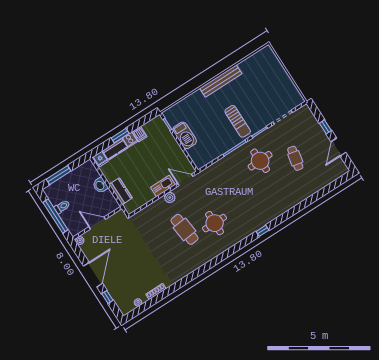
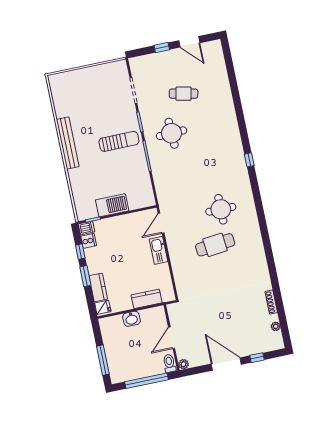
window: (138, 124) -> (80, 252), added
dishwasher: (140, 134) -> (86, 228), moved
cooker: (130, 140) -> (89, 241), moved
plant: (170, 197) -> (174, 248), removed
toilet: (62, 207) -> (169, 363), moved

